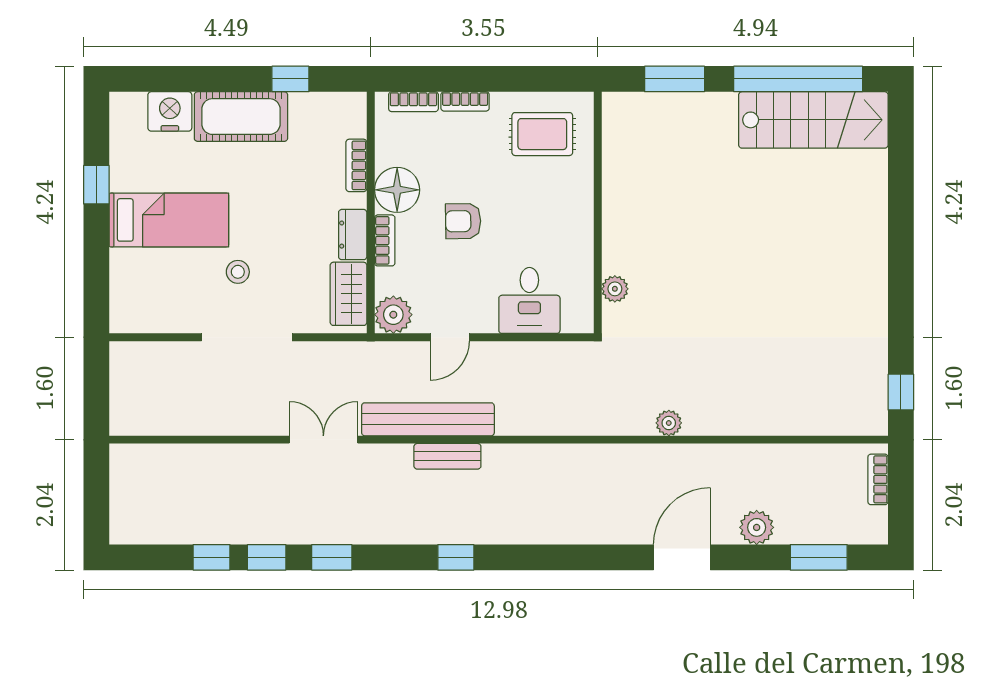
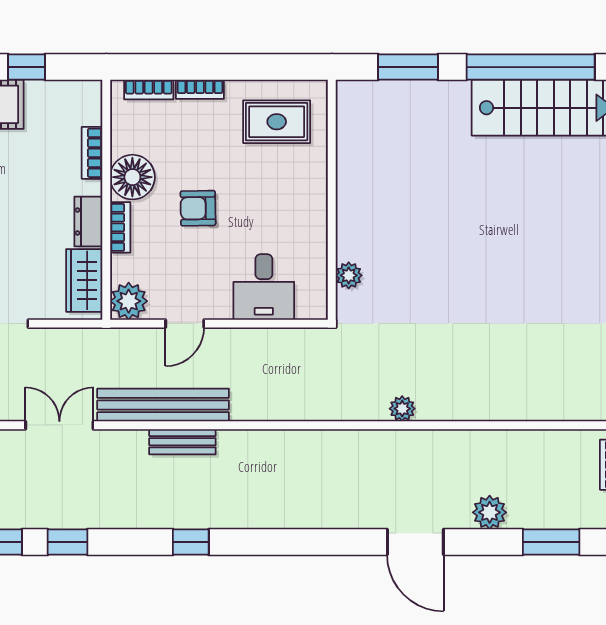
door: (682, 557) -> (415, 542), swing flipped

